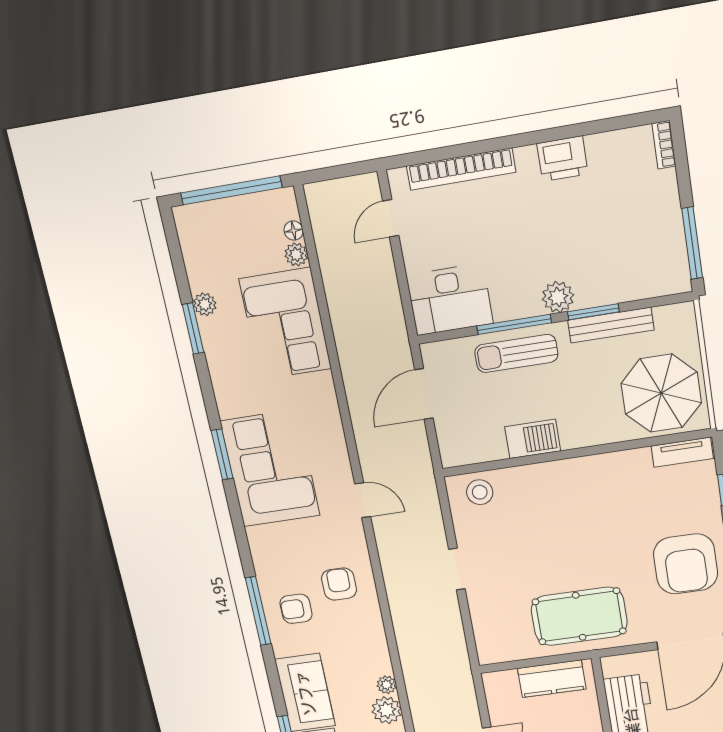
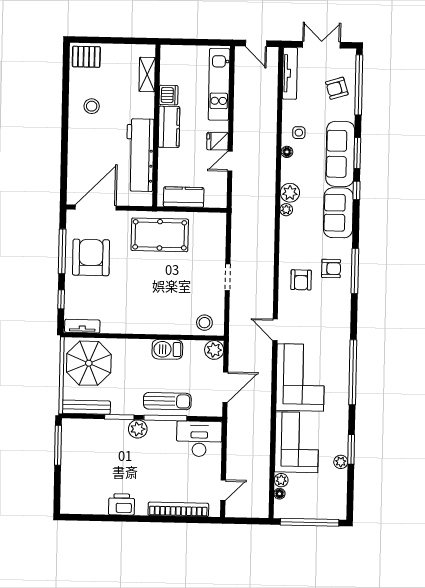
bookcase: (664, 145) -> (65, 501), removed
bench: (611, 325) -> (86, 407), moved
plant: (455, 451) -> (214, 350), added
window: (222, 454) -> (353, 372), width x2.11
corner sofa: (270, 468) -> (300, 377), moved, turned 180

